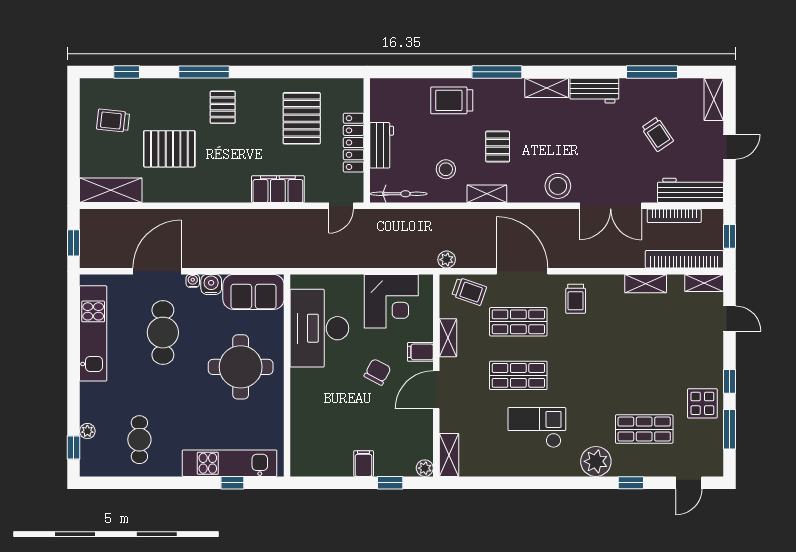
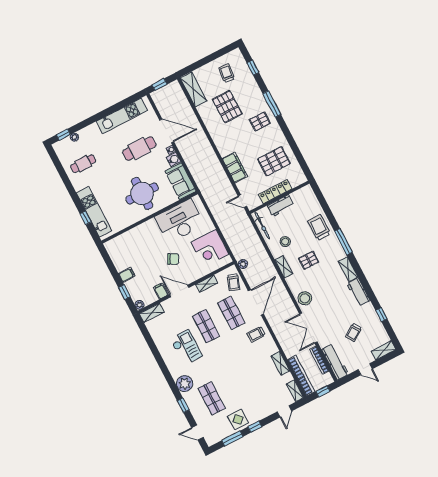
window: (652, 72) -> (381, 315), width x0.46
filing cabinet: (420, 352) -> (161, 291), moved

